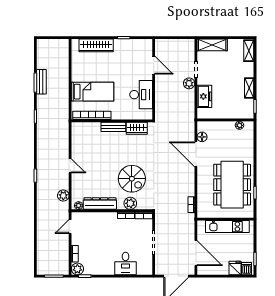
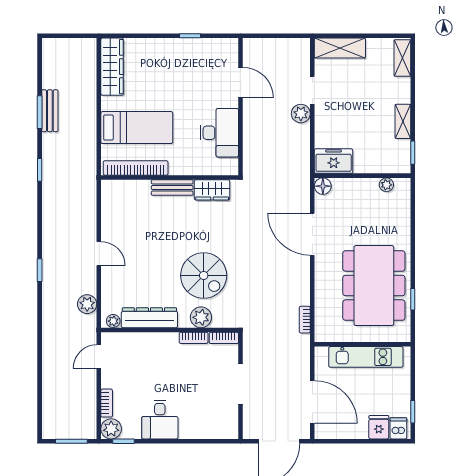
wardrobe: (96, 45) -> (112, 67), moved, turned -90
freezer: (204, 96) -> (334, 161), moved, turned -90
floor lamp: (202, 137) -> (323, 186), moved
desk: (126, 264) -> (160, 420), moved

